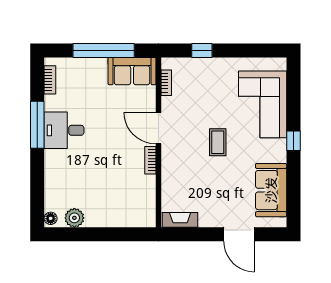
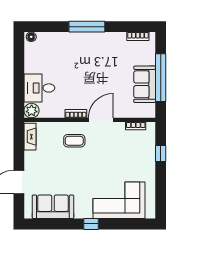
sofa: (132, 71) -> (145, 84), moved
window: (37, 125) -> (87, 27), moved
desk: (64, 130) -> (39, 88), moved, turned -90
coffee table: (218, 142) -> (74, 141), moved
plant: (74, 218) -> (32, 111), moved

